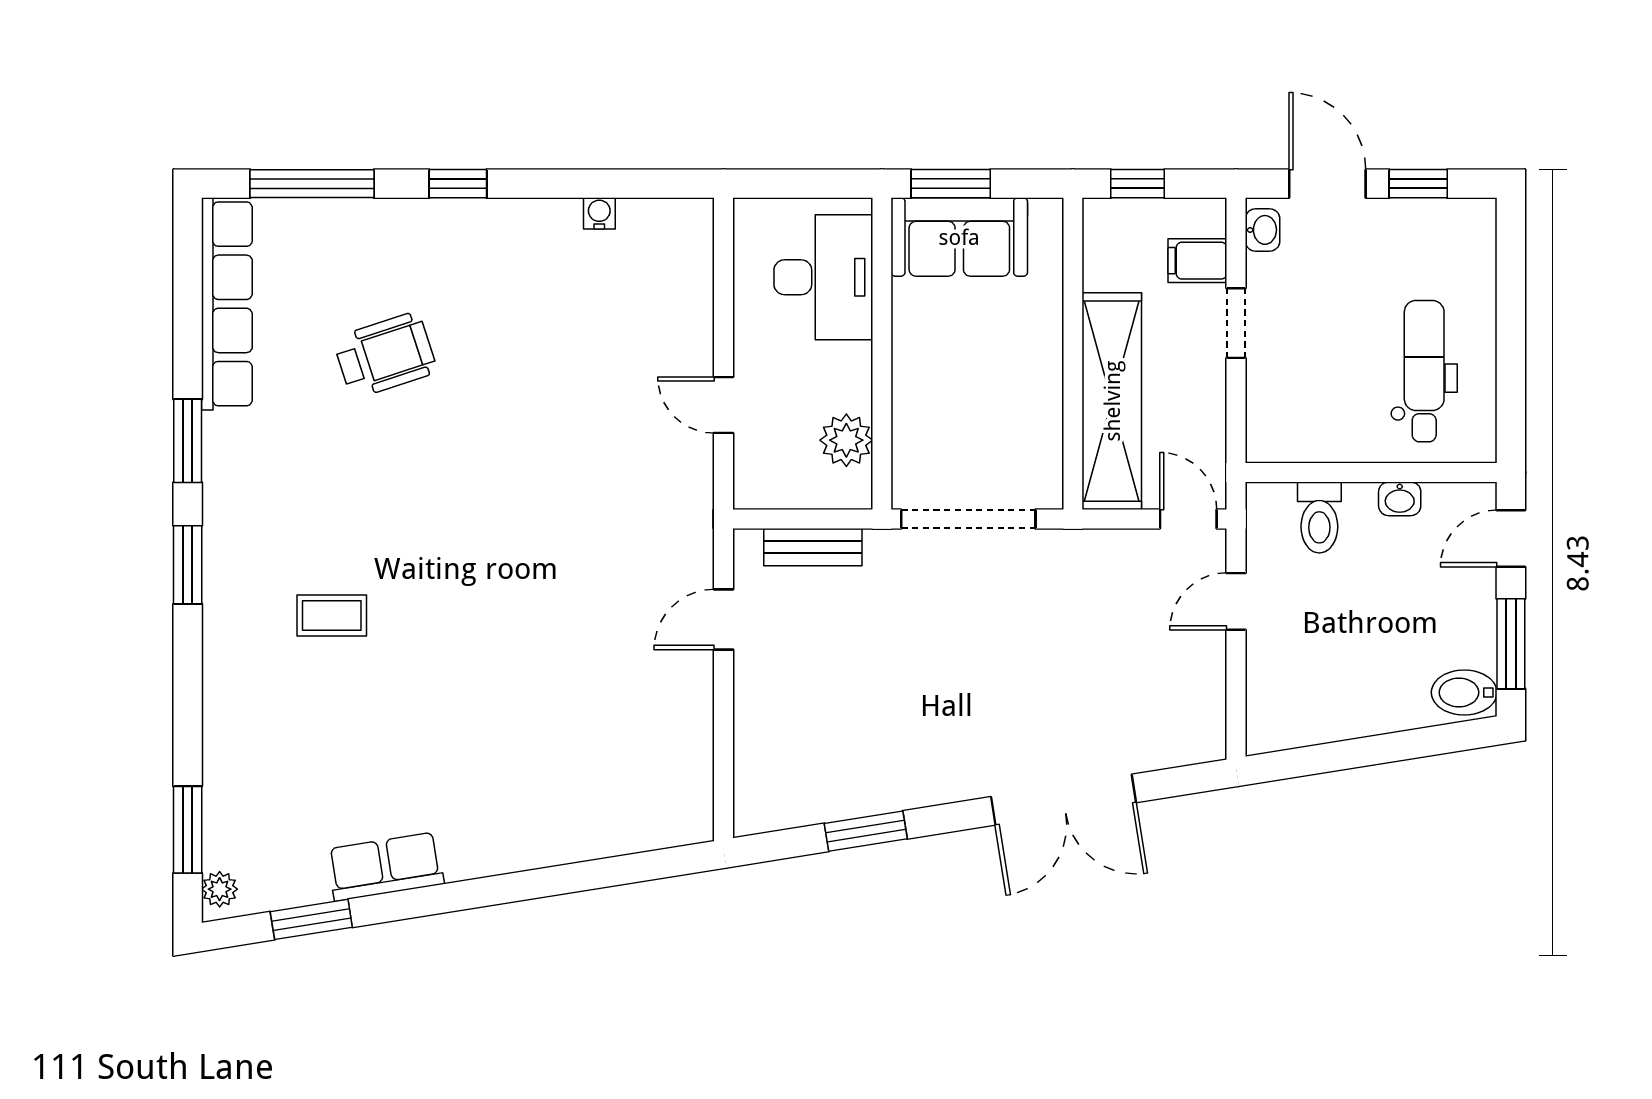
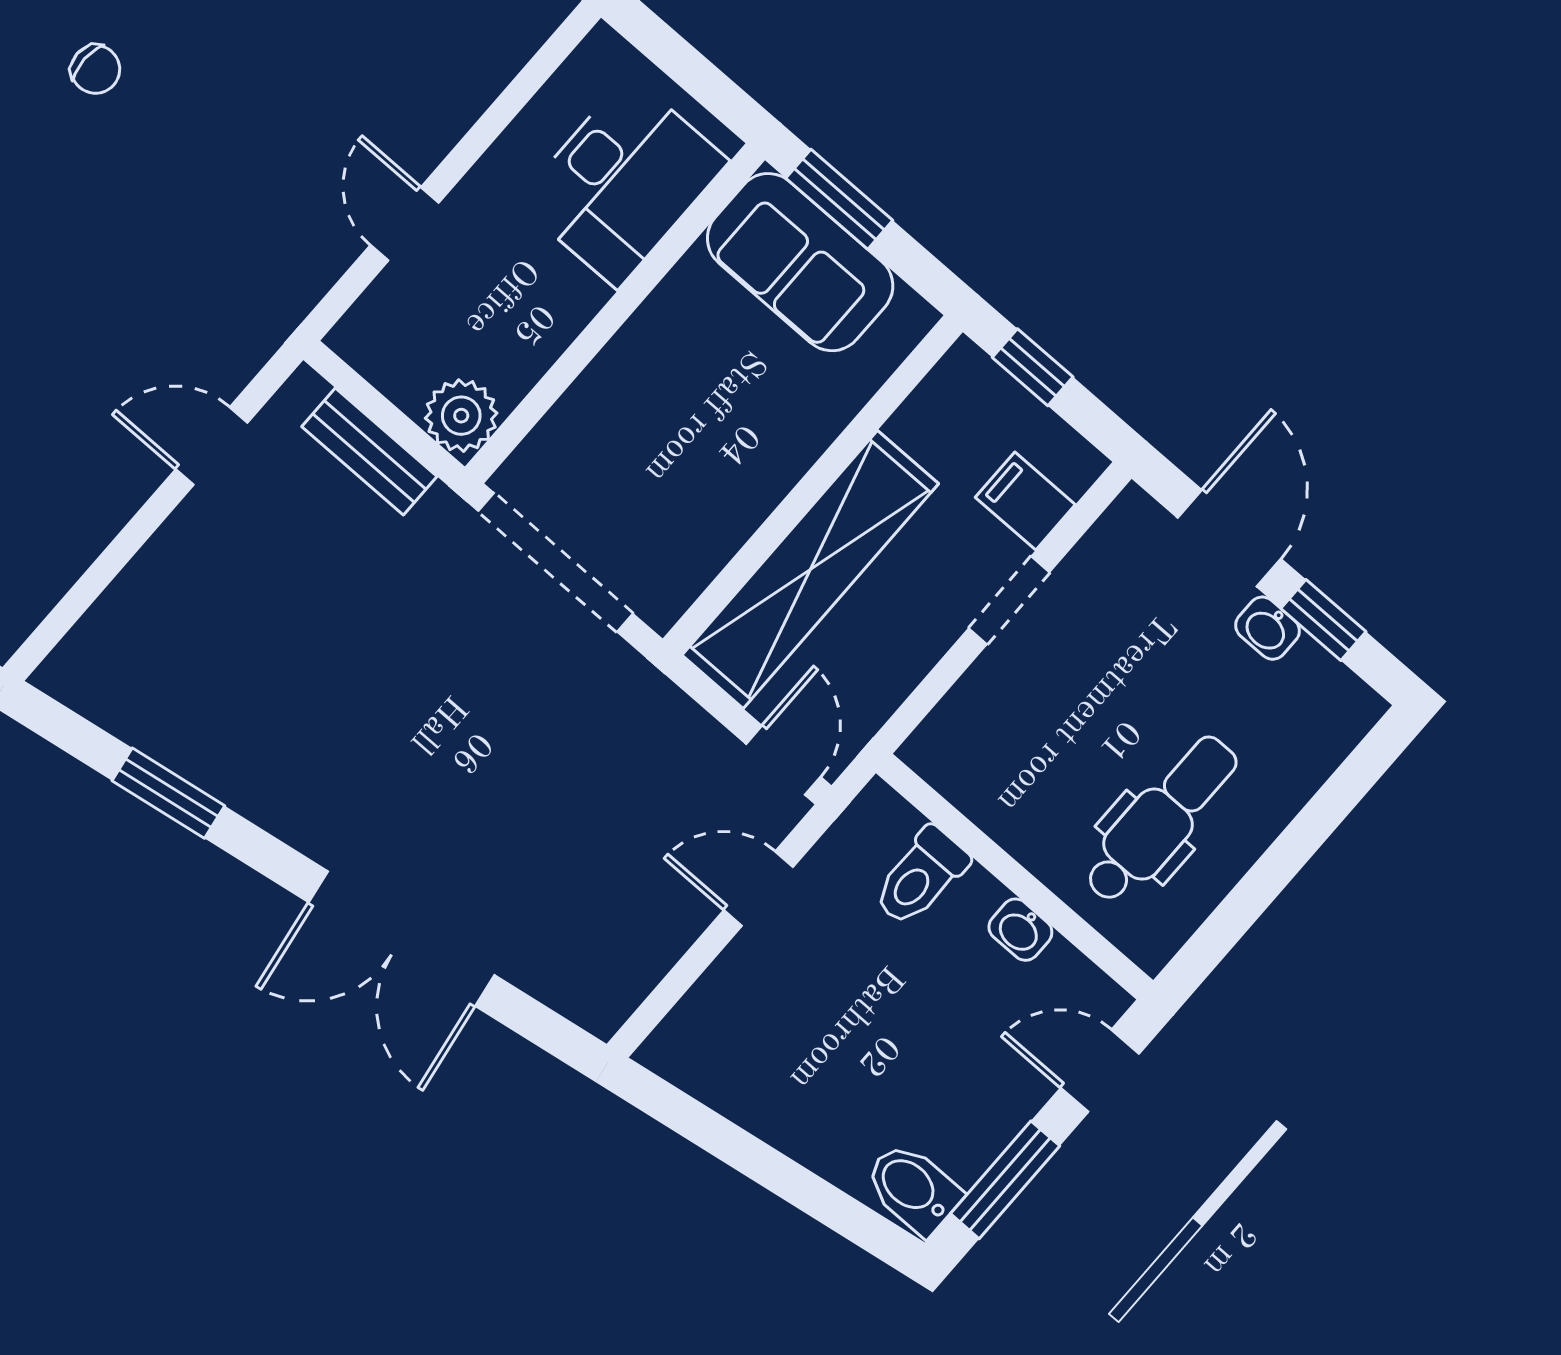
washbasin: (1263, 230) -> (1267, 628), moved, turned 90
plant: (846, 440) -> (461, 416), moved
chair: (479, 468) -> (95, 69), added

